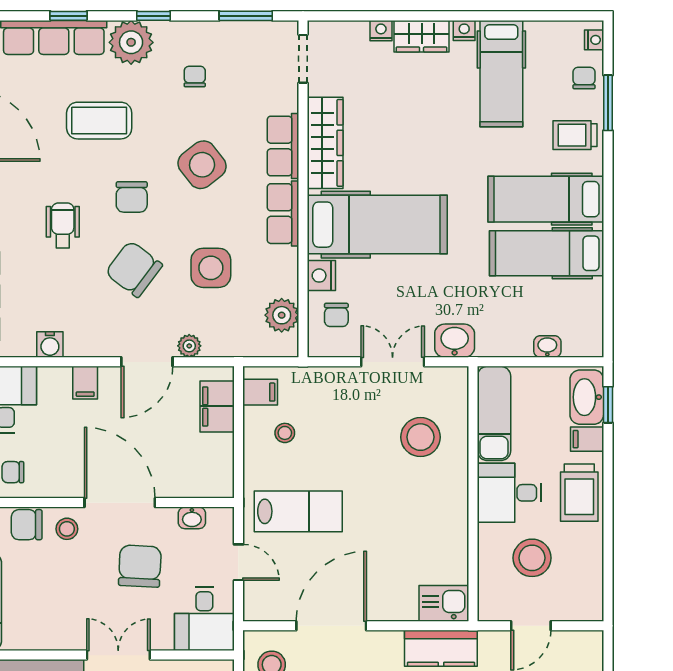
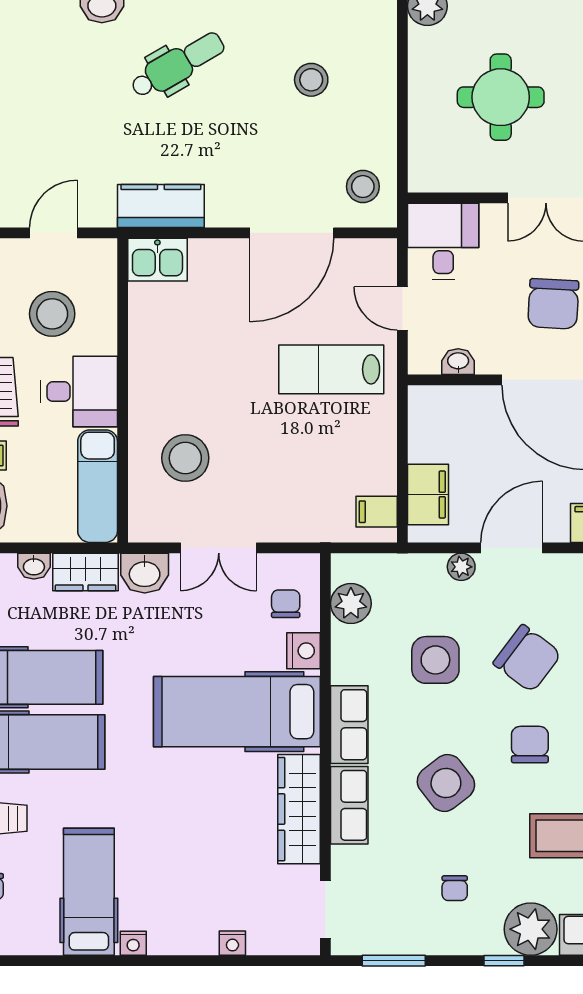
wardrobe: (422, 36) -> (86, 572), moved, turned 180
stool: (285, 433) -> (347, 463), removed
chair: (140, 566) -> (553, 304), moved

